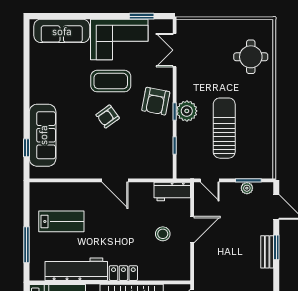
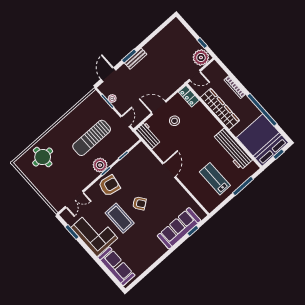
locker: (123, 273) -> (189, 96), moved

